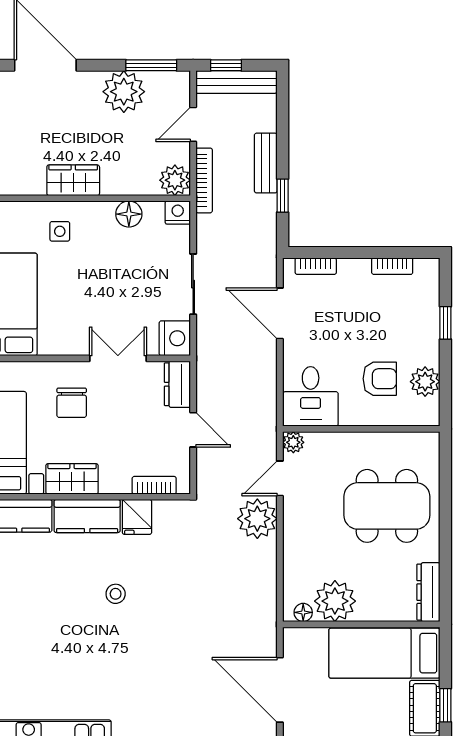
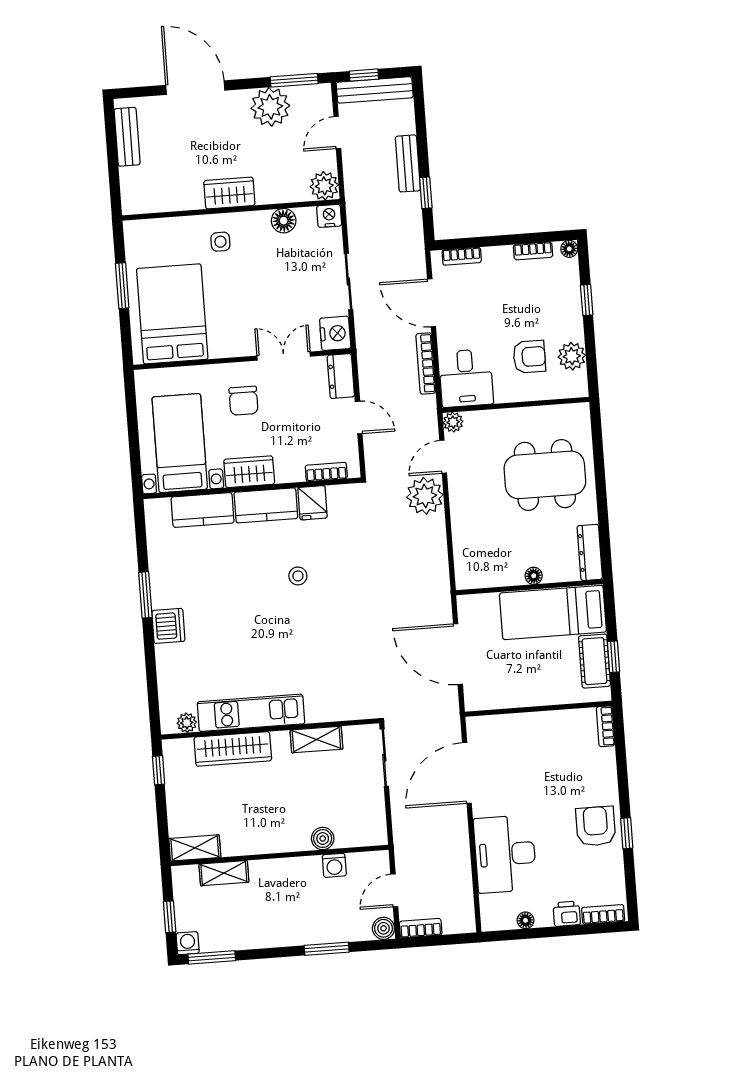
bookcase: (204, 180) -> (426, 363), moved, turned 180
floor lamp: (431, 267) -> (569, 249), added
plant: (335, 601) -> (503, 567), removed
floor lamp: (303, 612) -> (534, 576), moved

